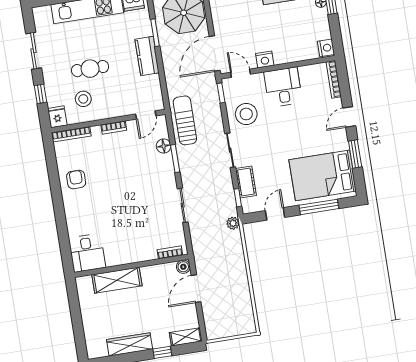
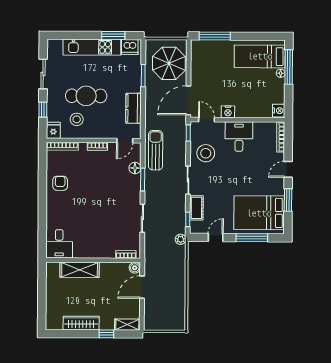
kitchen counter: (147, 56) -> (134, 108), moved
cafe table: (90, 69) -> (86, 96), width x1.37, depth x1.35

